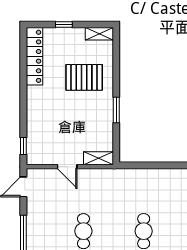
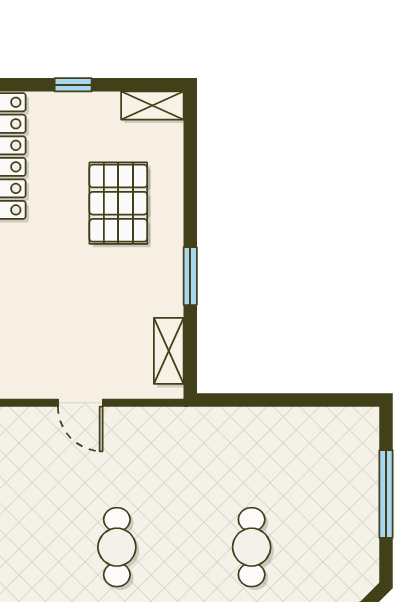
pallet: (84, 77) -> (118, 203), turned 90
shelving: (98, 158) -> (169, 351), moved, turned 90

